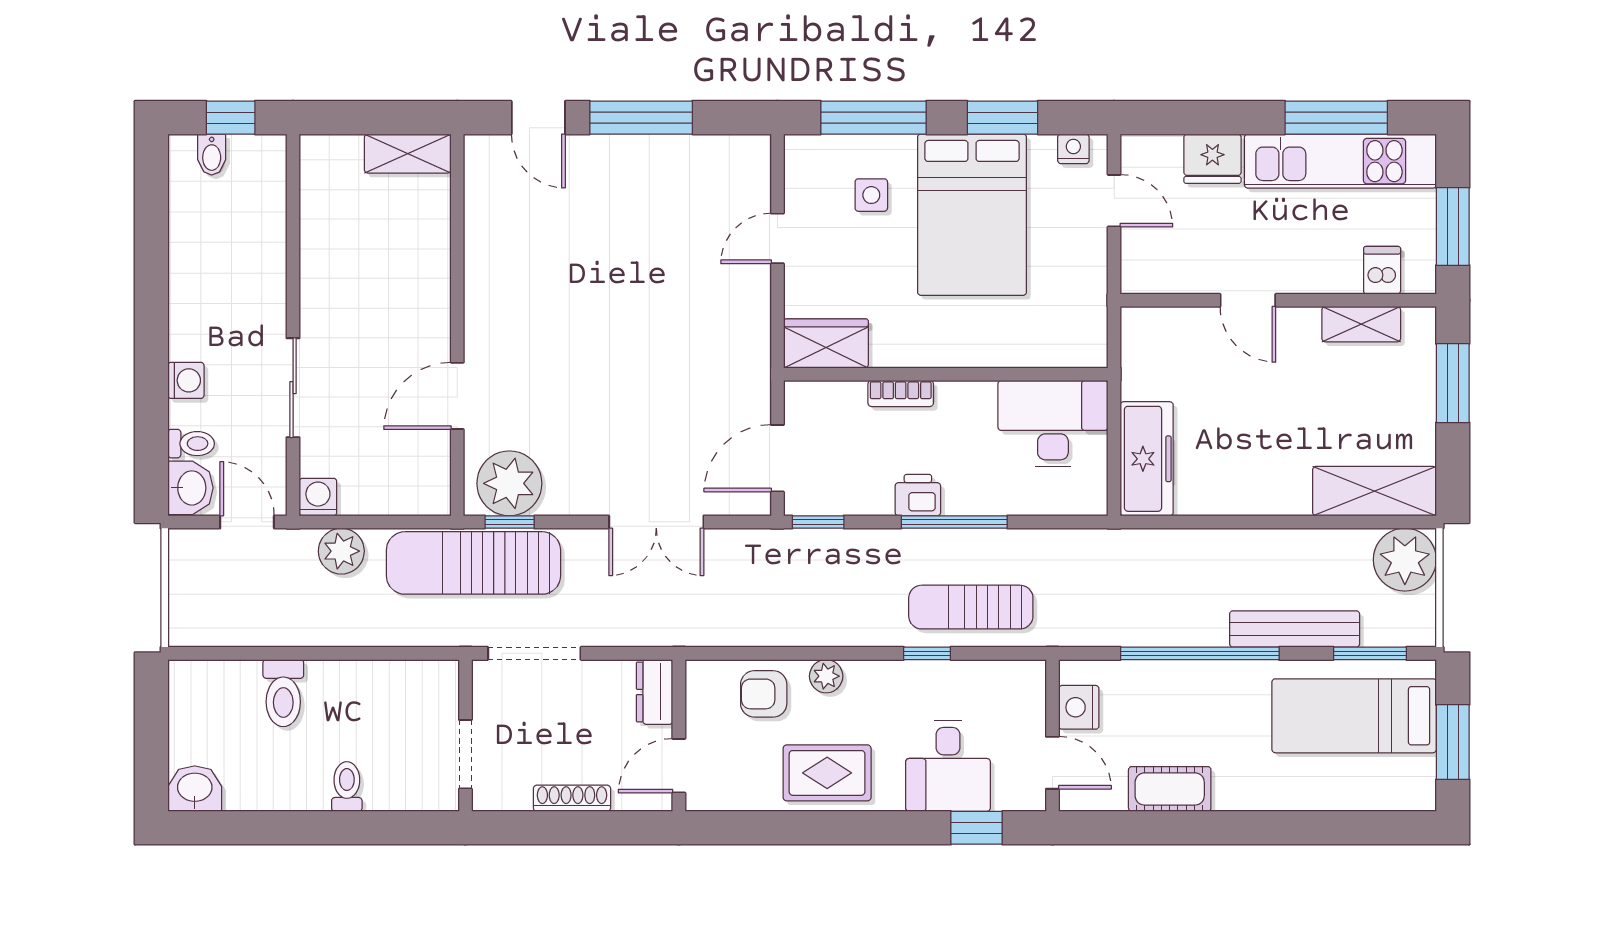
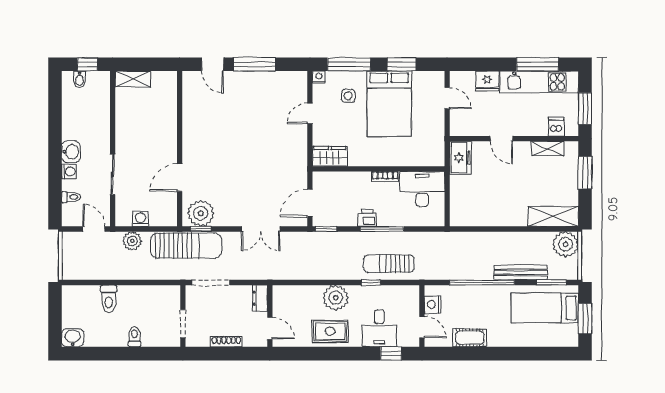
nightstand: (1073, 149) -> (319, 77), moved
shelving: (408, 154) -> (133, 79), moved
bookcase: (901, 393) -> (385, 177), moved
freezer: (1147, 459) -> (460, 158), moved, width x0.71
washbasin: (190, 488) -> (71, 152), moved
washing machine: (318, 497) -> (140, 219), moved
sun lounger: (473, 563) -> (186, 246), turned 180
plant: (826, 676) -> (336, 298), width x1.88, depth x1.88
armchair: (764, 694) -> (304, 299), removed
door: (679, 766) -> (270, 328), swing flipped

